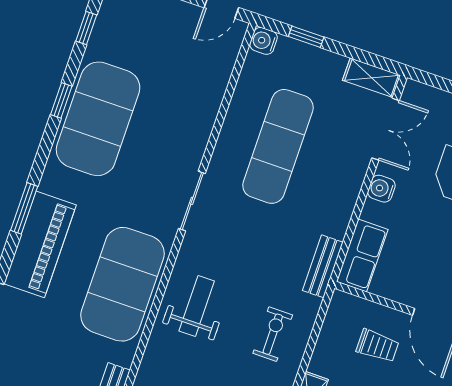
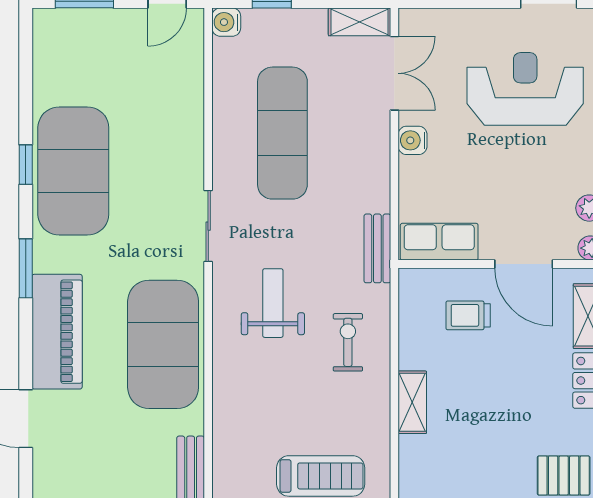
window: (86, 28) -> (26, 75), removed
window: (24, 208) -> (26, 268), moved
row of seats: (362, 256) -> (439, 242), moved, turned -90
weight bench: (197, 306) -> (273, 303), moved
trolley: (378, 346) -> (468, 315), turned 180

